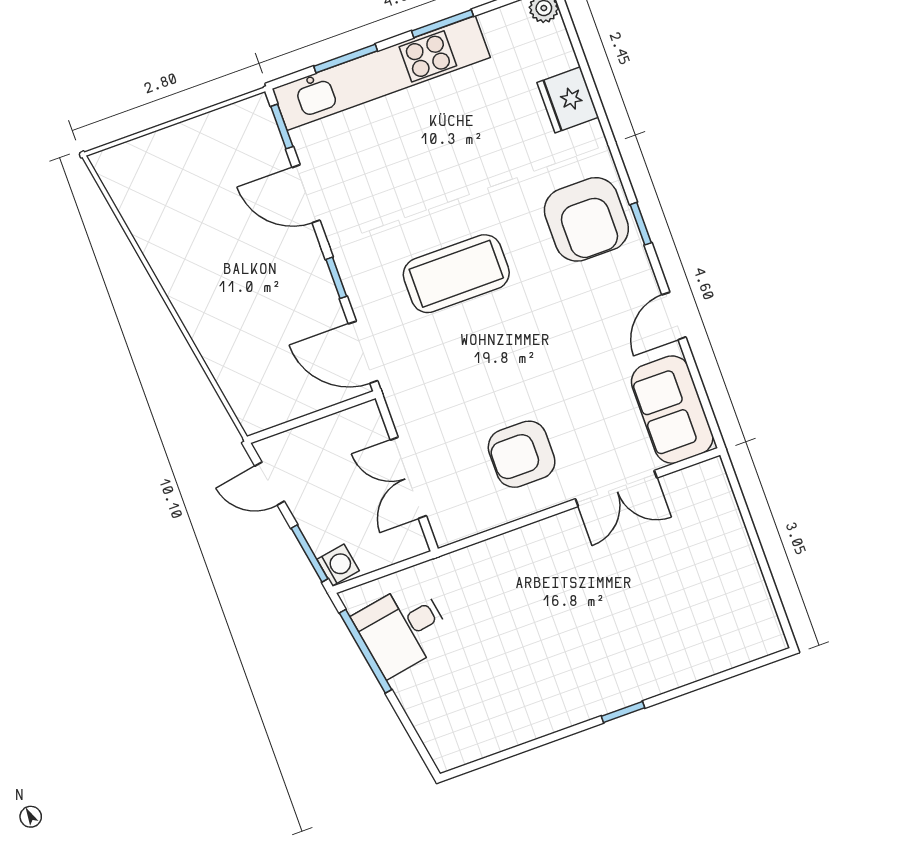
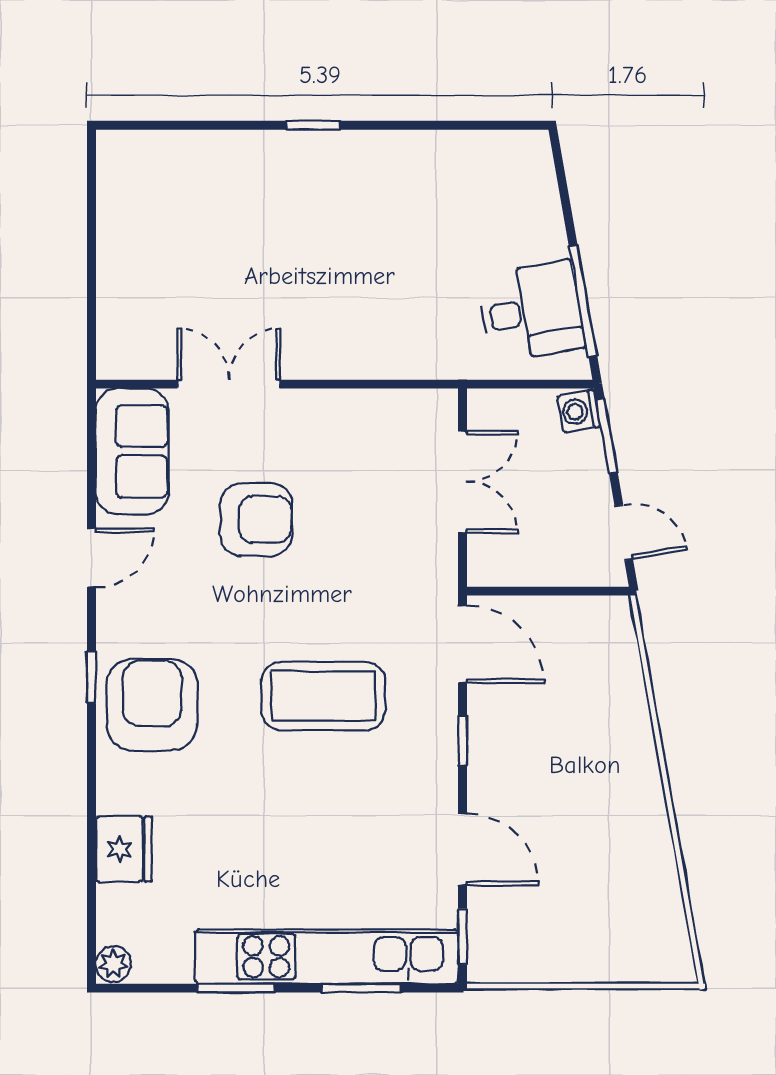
armchair: (522, 454) -> (256, 520), moved

